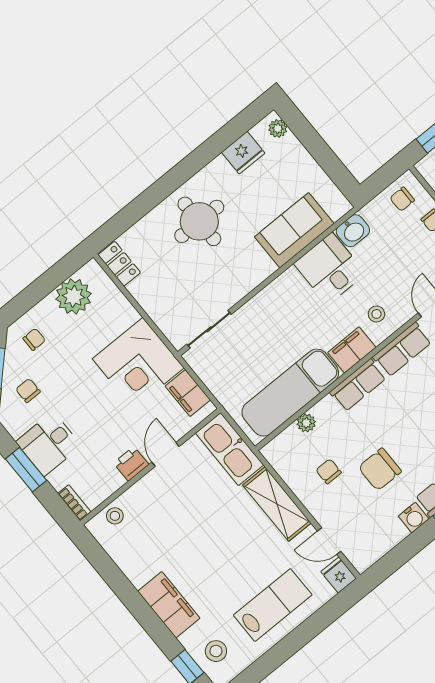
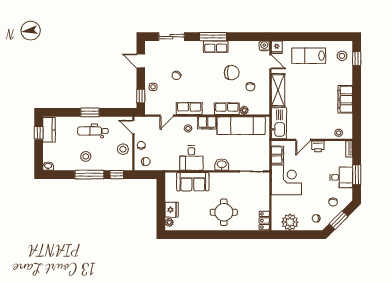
fridge: (243, 153) -> (172, 210), moved, turned 90
washbasin: (353, 231) -> (222, 165), moved
row of seats: (358, 385) -> (227, 109), moved
water cooler: (414, 518) -> (264, 46), moved
filing cabinet: (169, 605) -> (345, 99), moved

